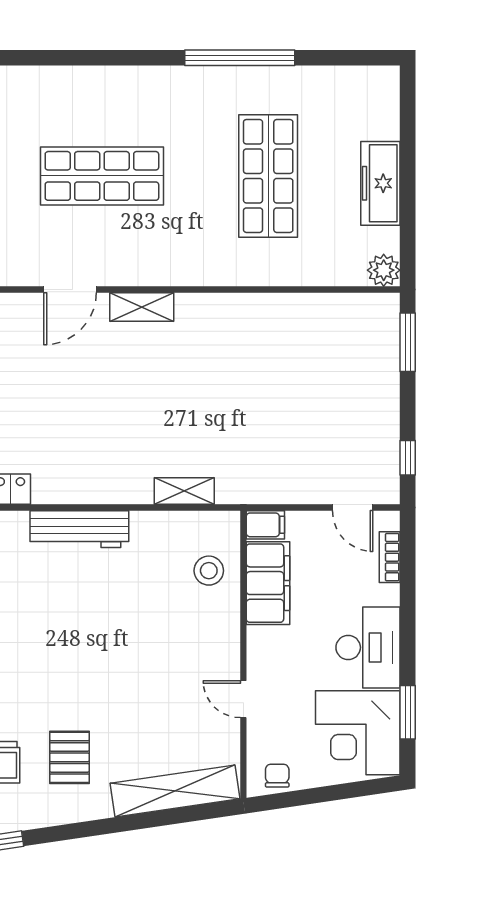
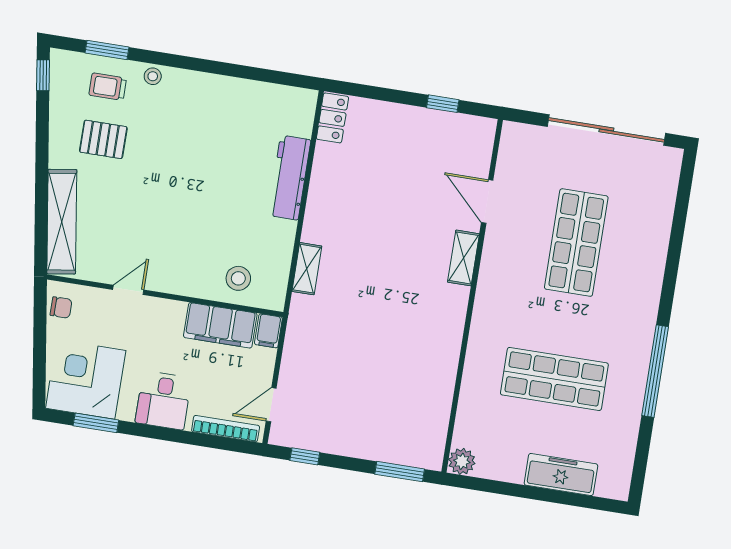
freezer: (380, 183) -> (561, 475), moved
bookcase: (390, 557) -> (226, 429), width x1.56
desk: (368, 647) -> (163, 400), width x0.73

